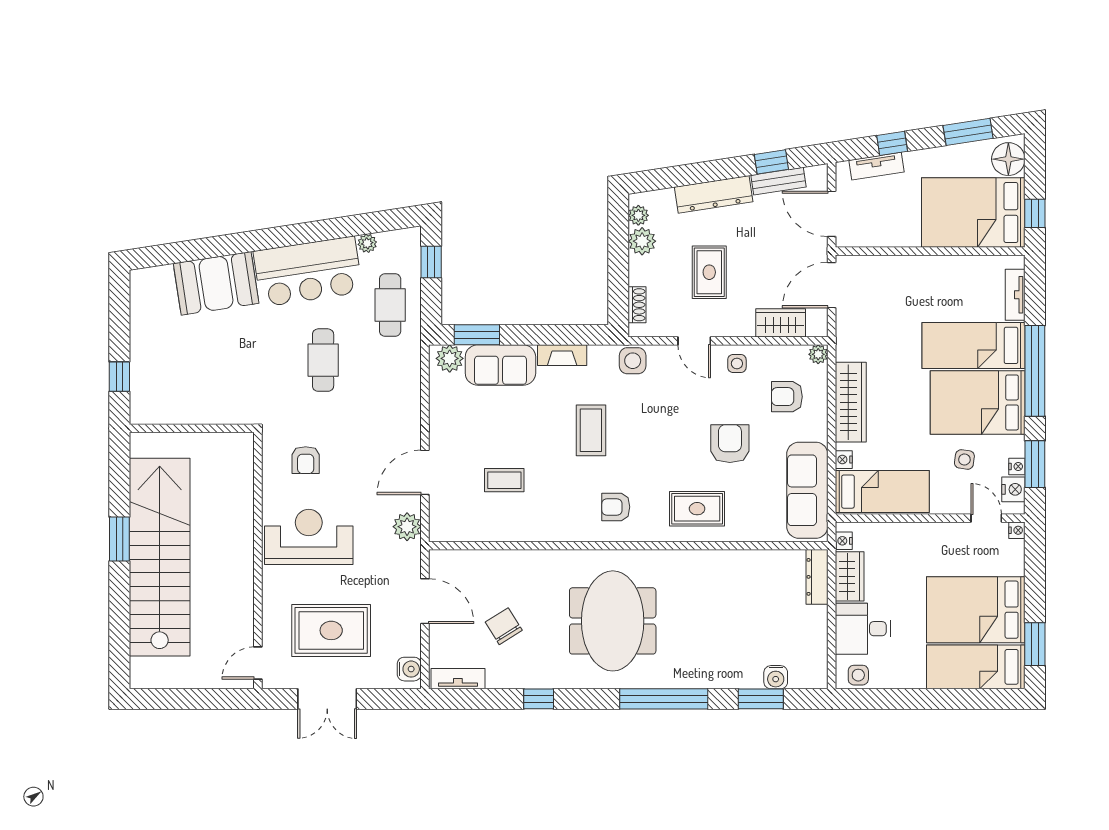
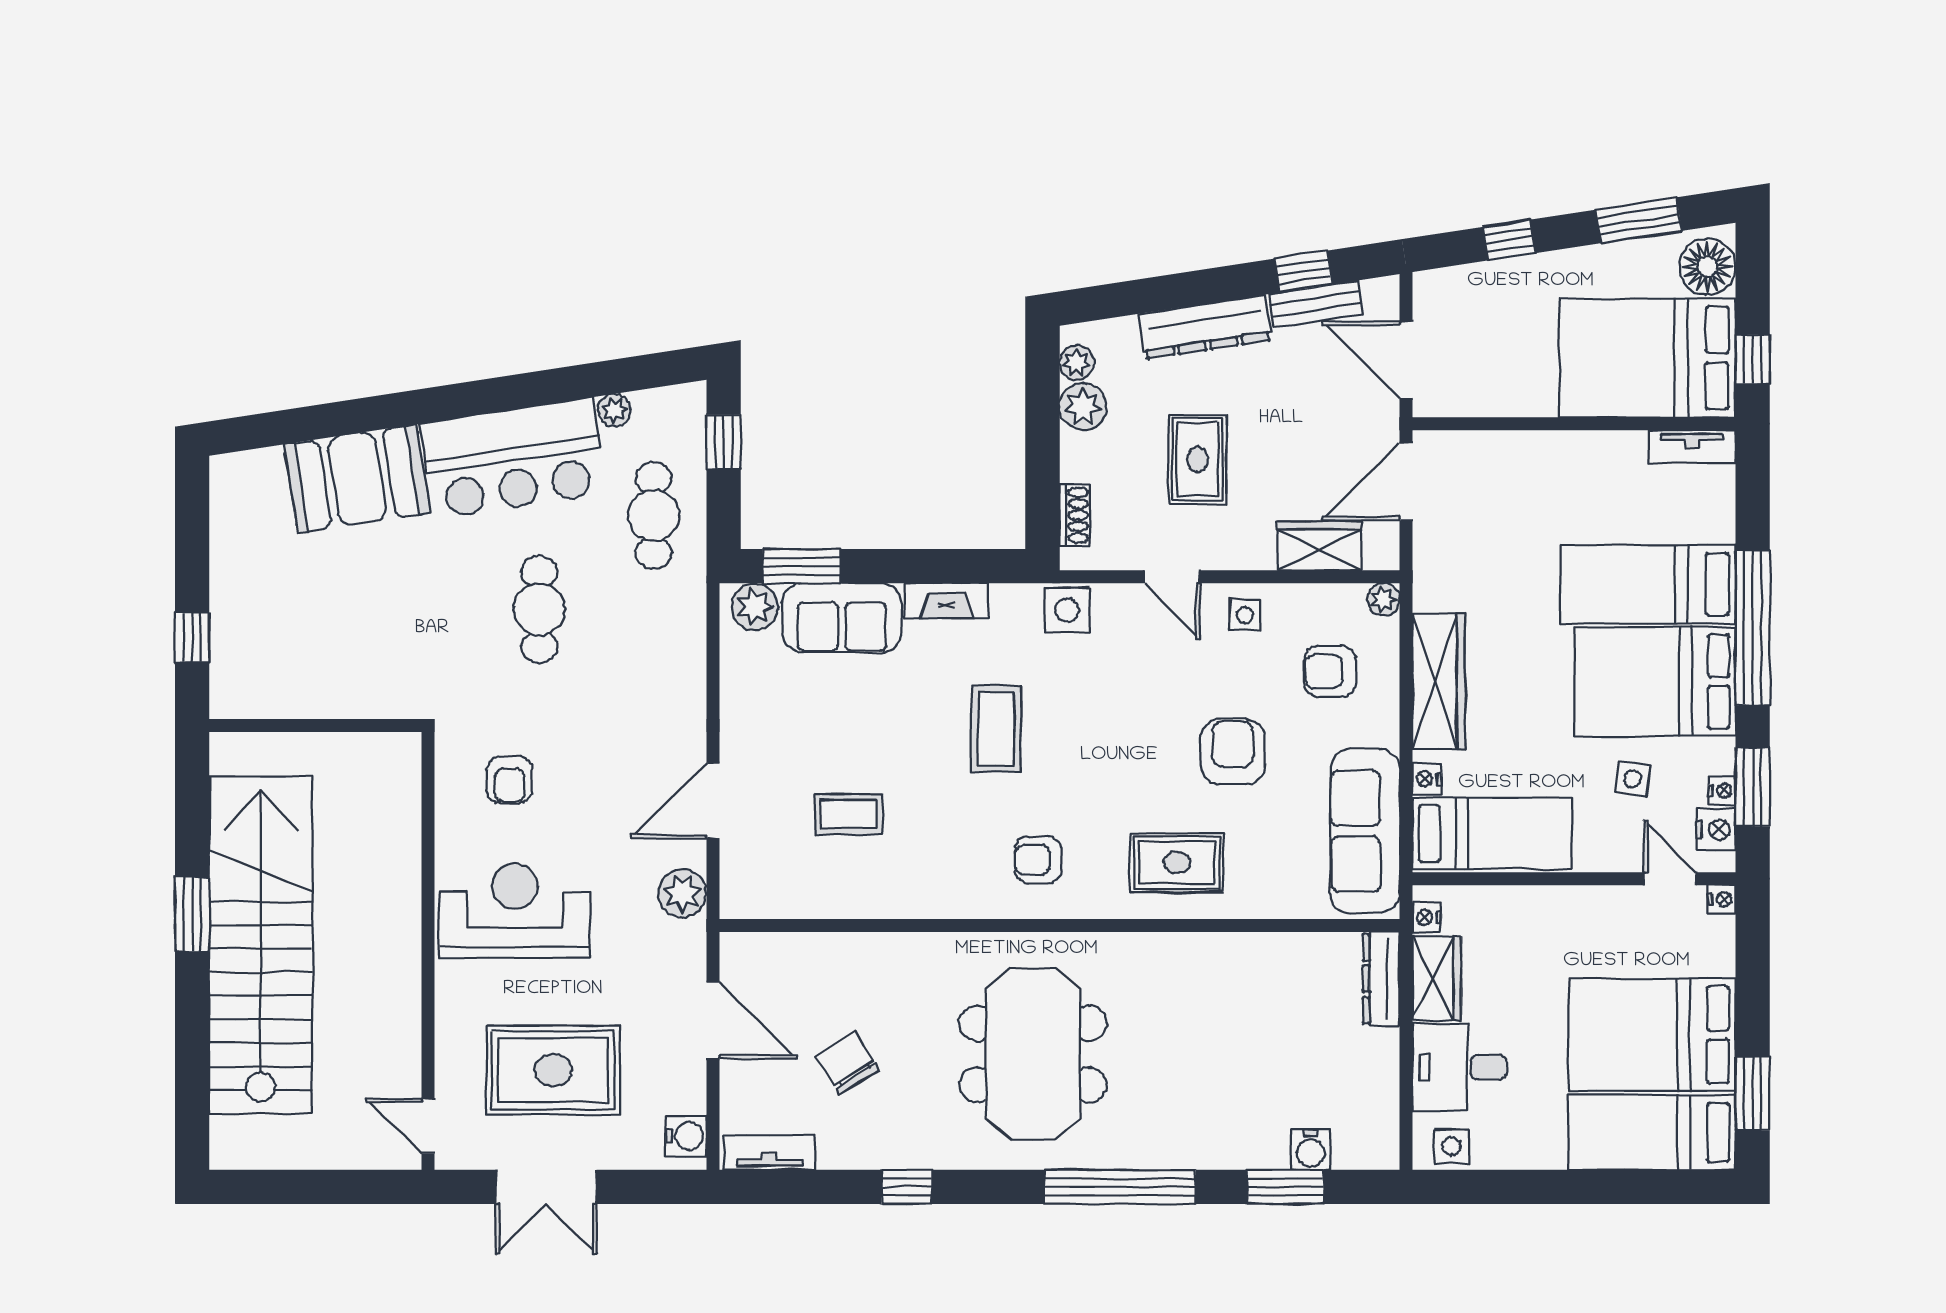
tv unit: (877, 166) -> (1483, 279), removed
tv unit: (1015, 295) -> (1692, 447), moved, turned -90
door: (258, 663) -> (428, 1126), hinge flipped

